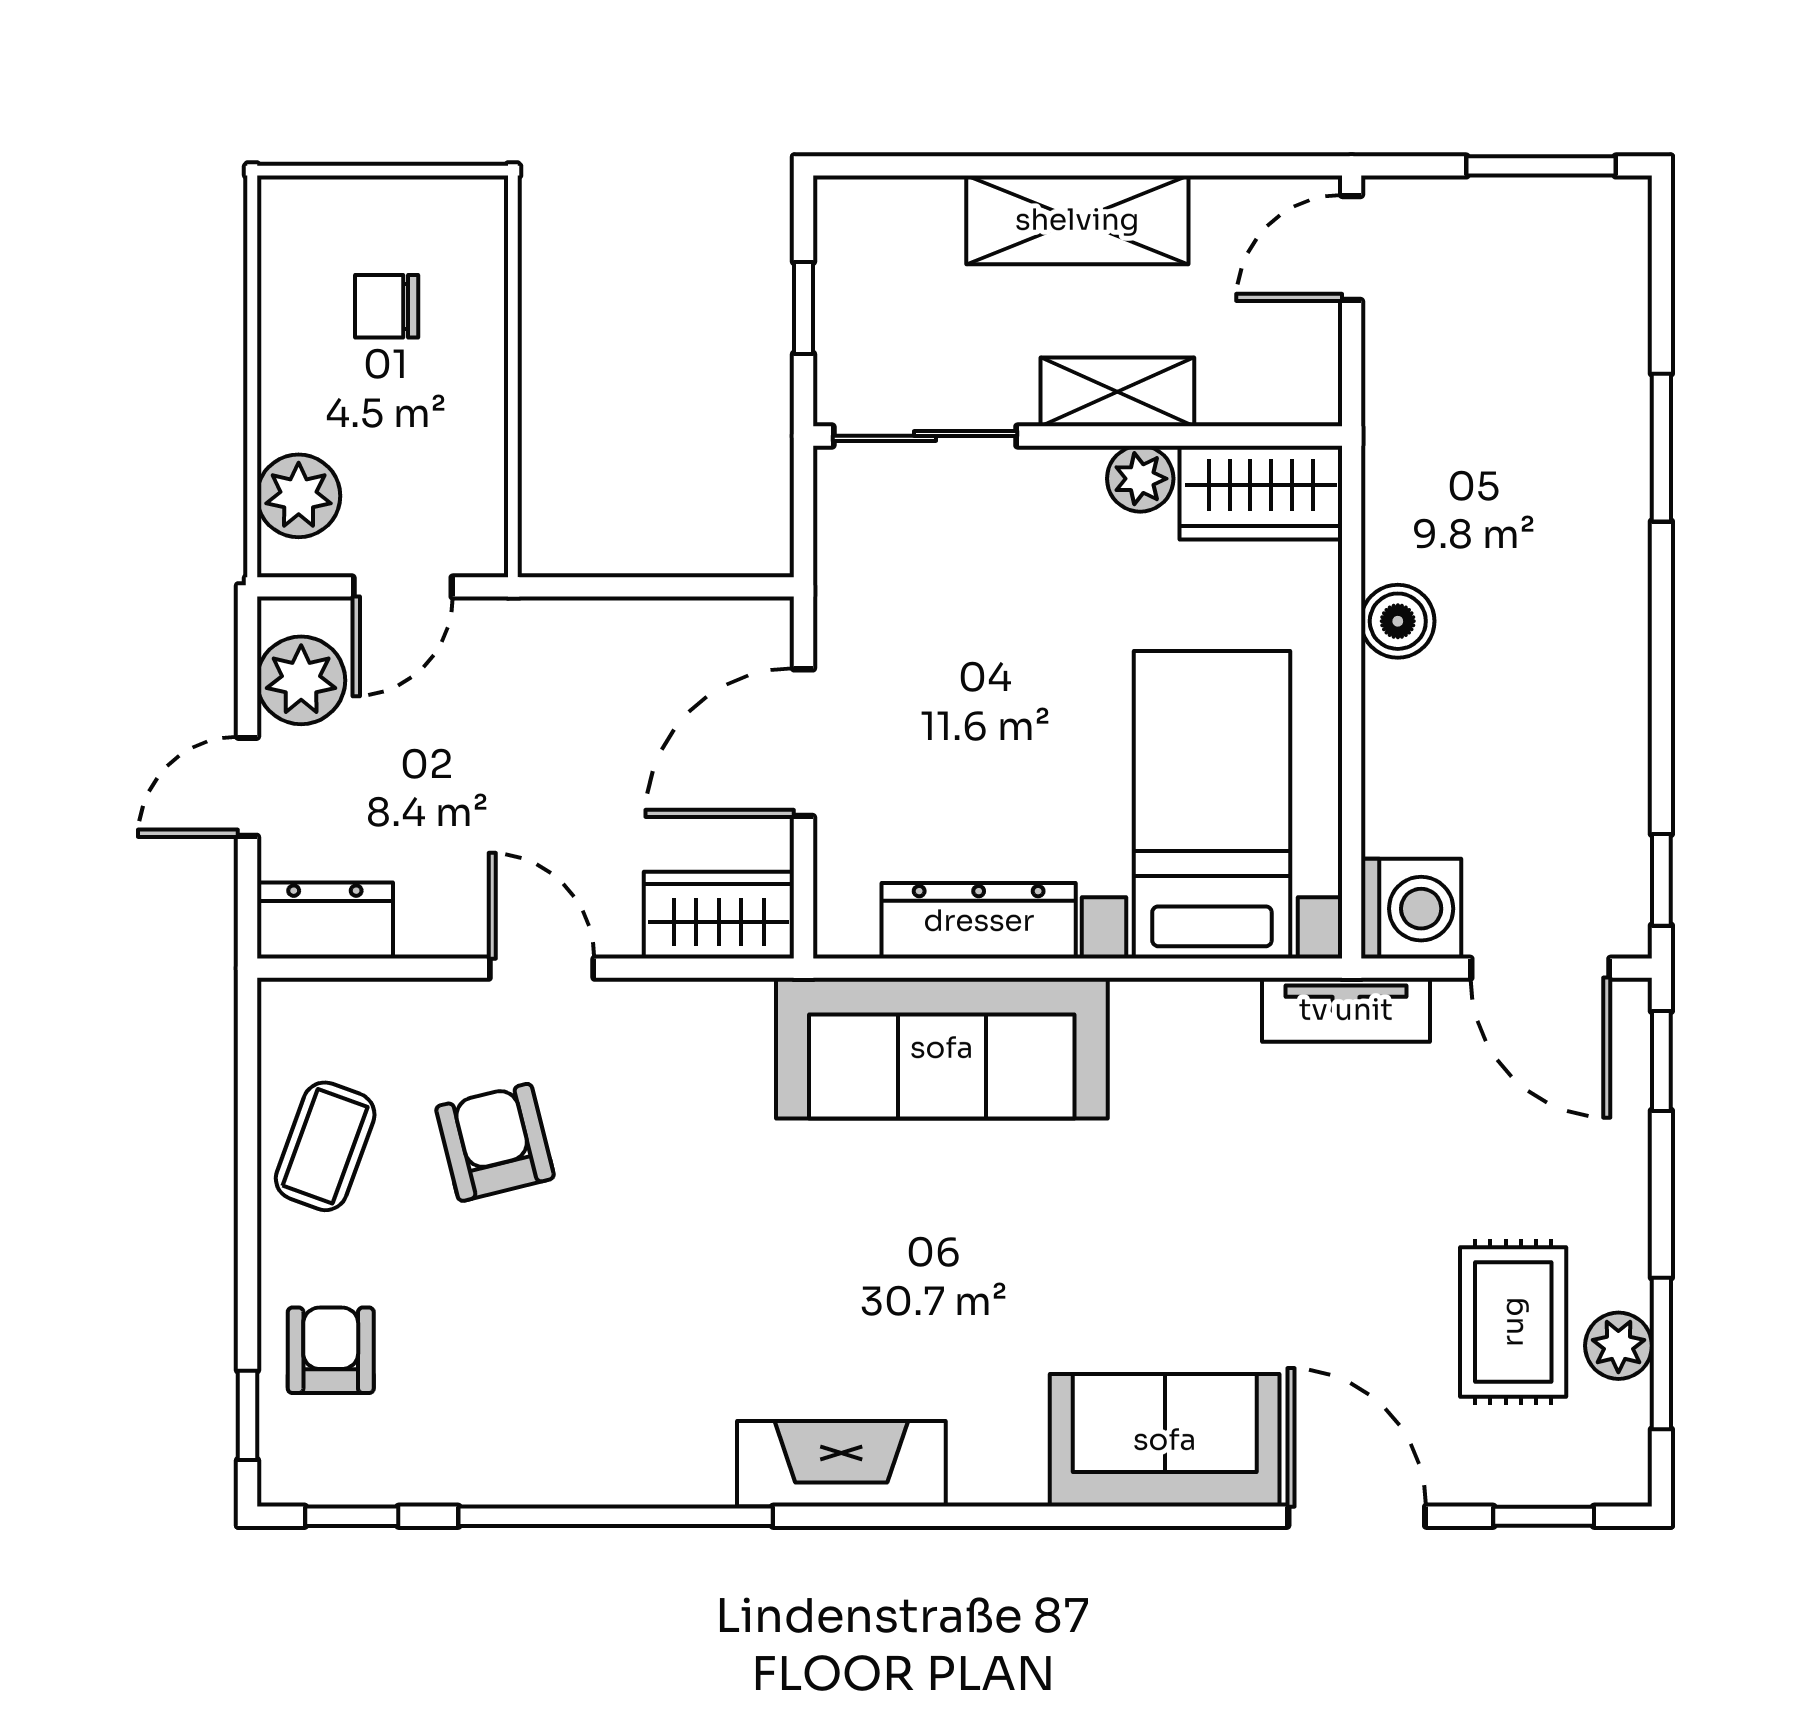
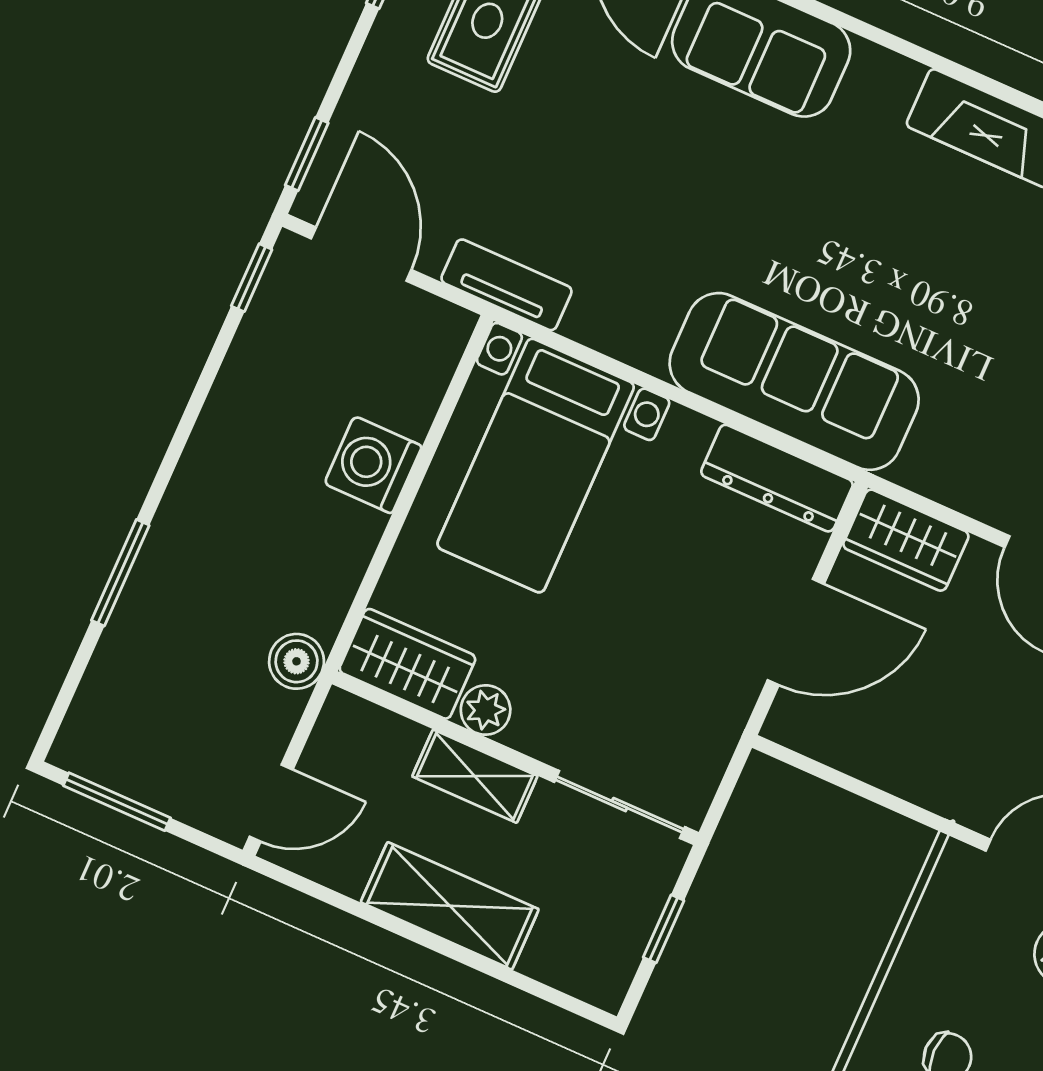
boiler: (1398, 621) -> (297, 661), moved
washing machine: (1411, 909) -> (373, 465), moved
dresser: (979, 921) -> (777, 478), moved

